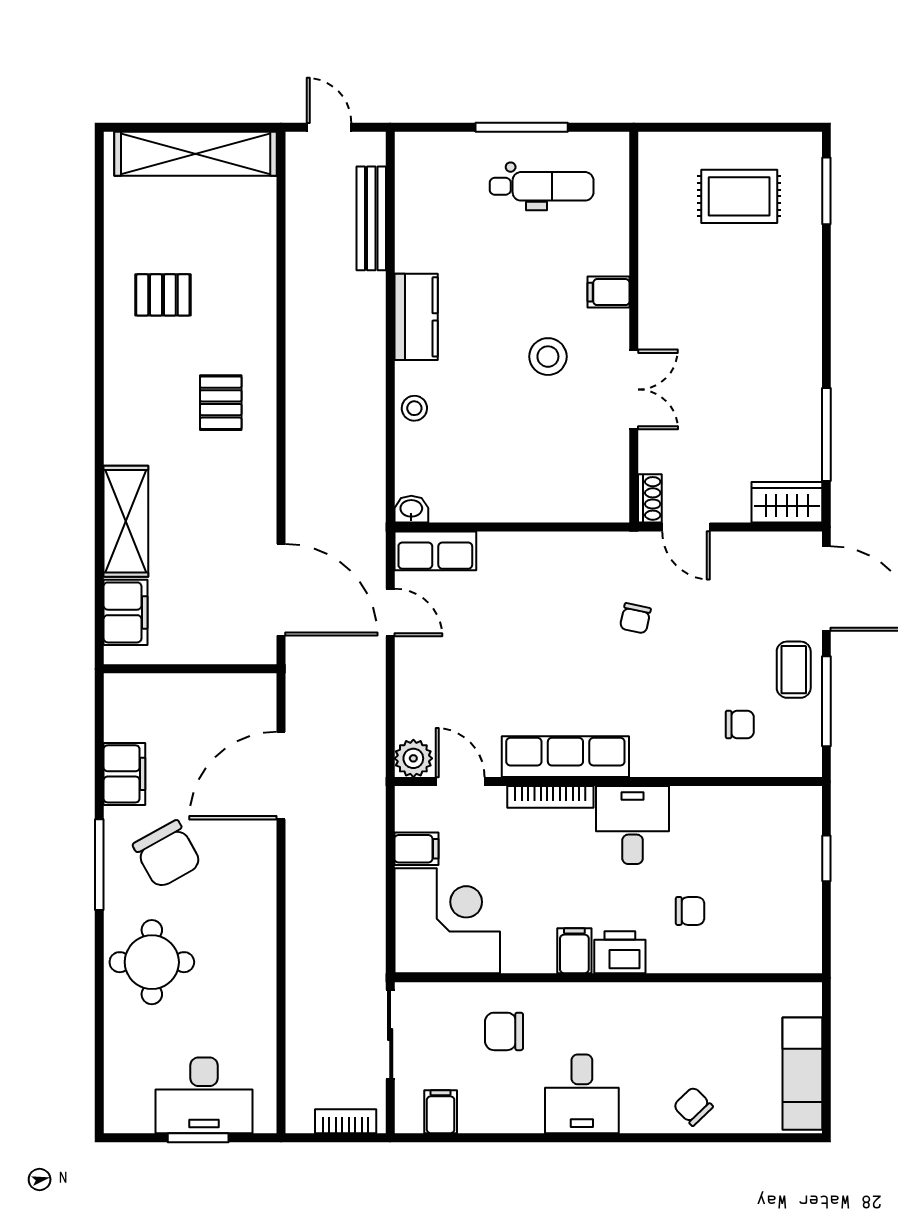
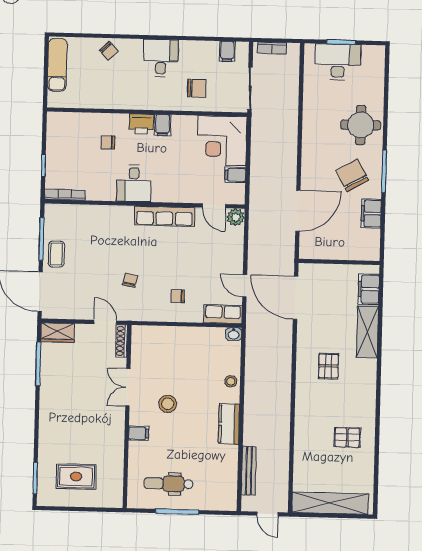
pallet: (221, 403) -> (328, 366), moved
shoe rack: (650, 498) -> (122, 341), width x1.43
chair: (740, 724) -> (178, 296), moved
bookcase: (550, 797) -> (65, 195), moved

